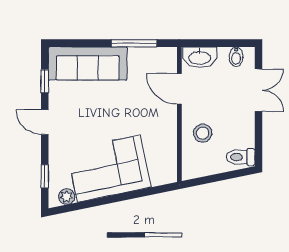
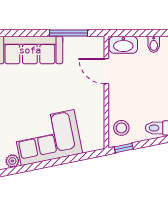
stool: (203, 133) -> (121, 128), moved
window: (200, 181) -> (124, 148), added

